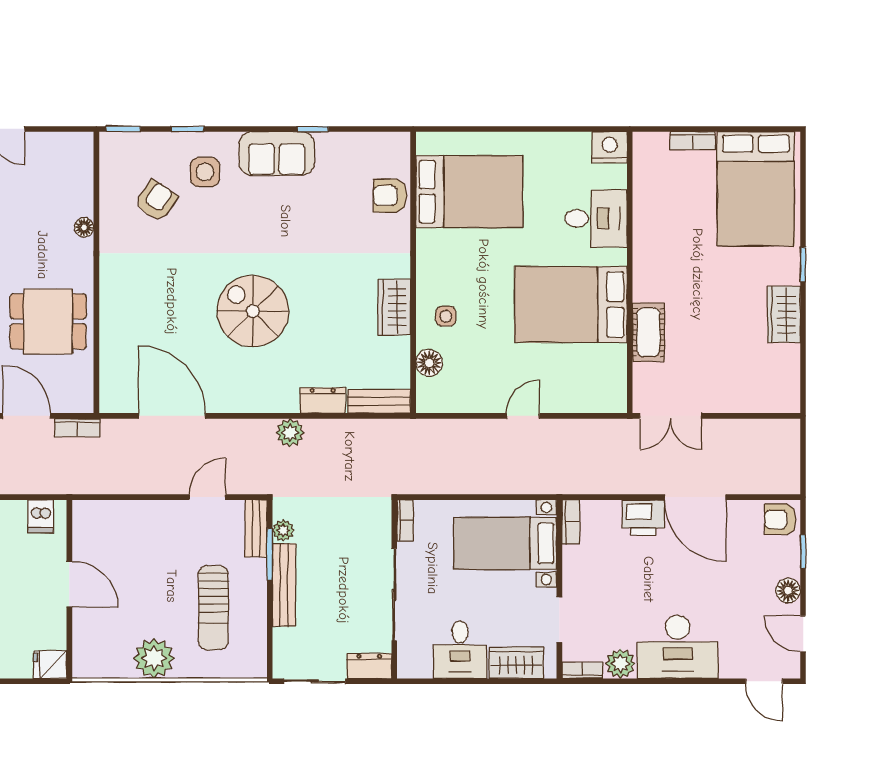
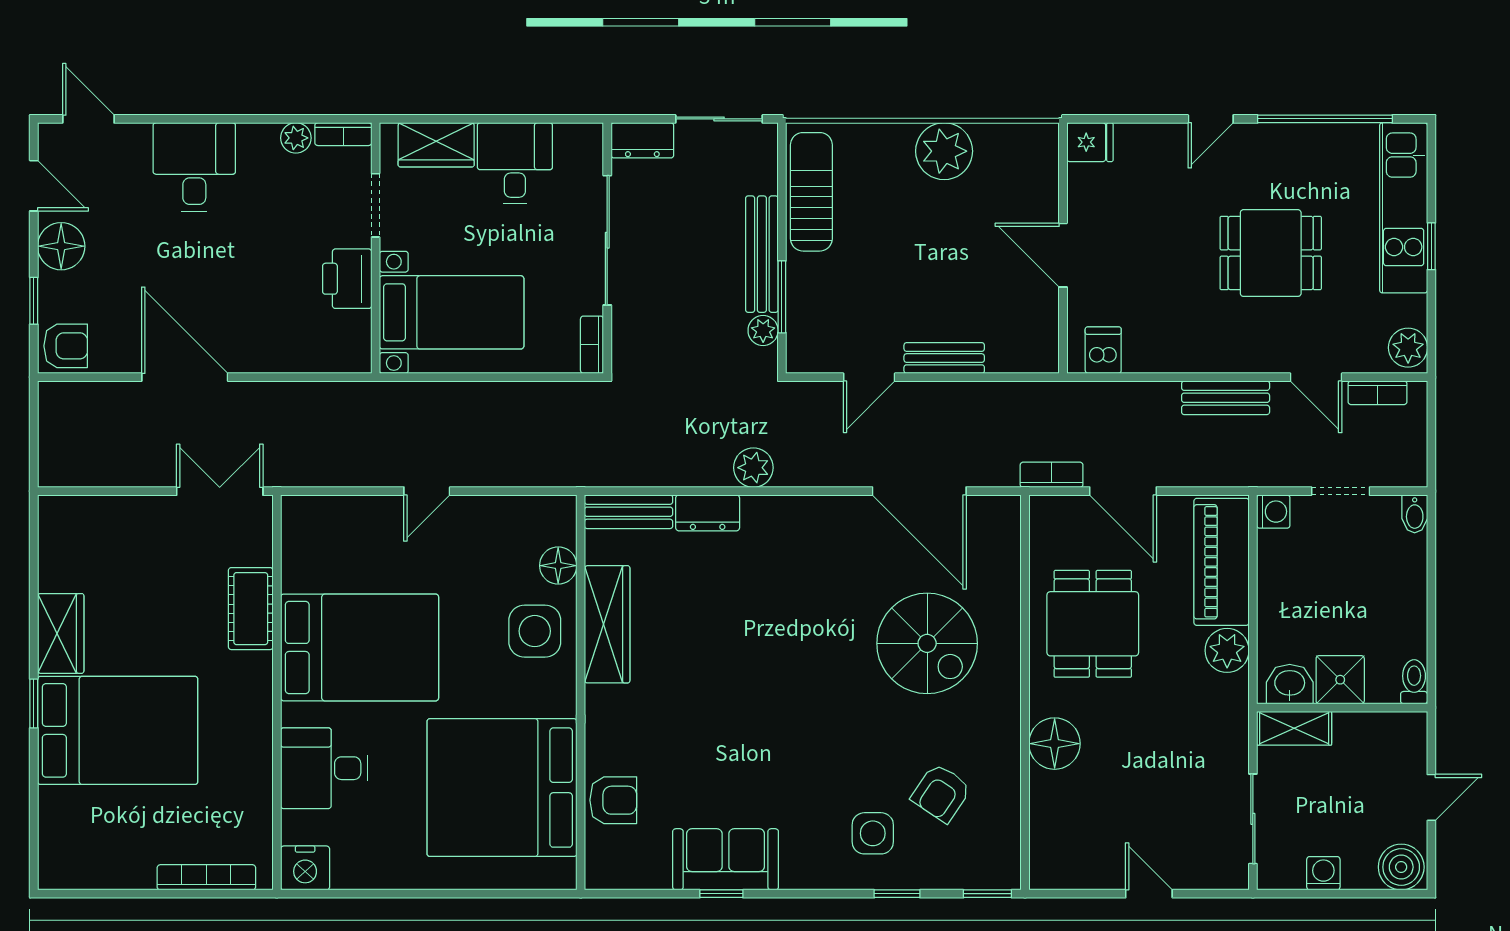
bookcase: (693, 141) -> (206, 877), width x1.56
sofa: (277, 153) -> (726, 859), moved
bed: (756, 189) -> (118, 730), moved, turned 90
bed: (469, 192) -> (502, 788), width x1.36
floor lamp: (84, 227) -> (1055, 744), width x1.89, depth x1.89
wardrobe: (394, 307) -> (607, 624), width x1.50
spiral stairs: (253, 311) -> (927, 643), moved
side table: (446, 316) -> (535, 631), width x1.87, depth x1.87
dining table: (48, 321) -> (1093, 624), turned 90
printer: (643, 517) -> (347, 279), moved, turned -90
bookcase: (571, 522) -> (359, 342), removed
bench: (256, 528) -> (944, 358), moved, turned 90
floor lamp: (788, 590) -> (61, 246), width x1.38, depth x1.38
sun lounger: (213, 608) -> (811, 192), moved
desk: (678, 647) -> (194, 167), width x0.73
plant: (620, 664) -> (296, 138), width x0.73, depth x0.73

